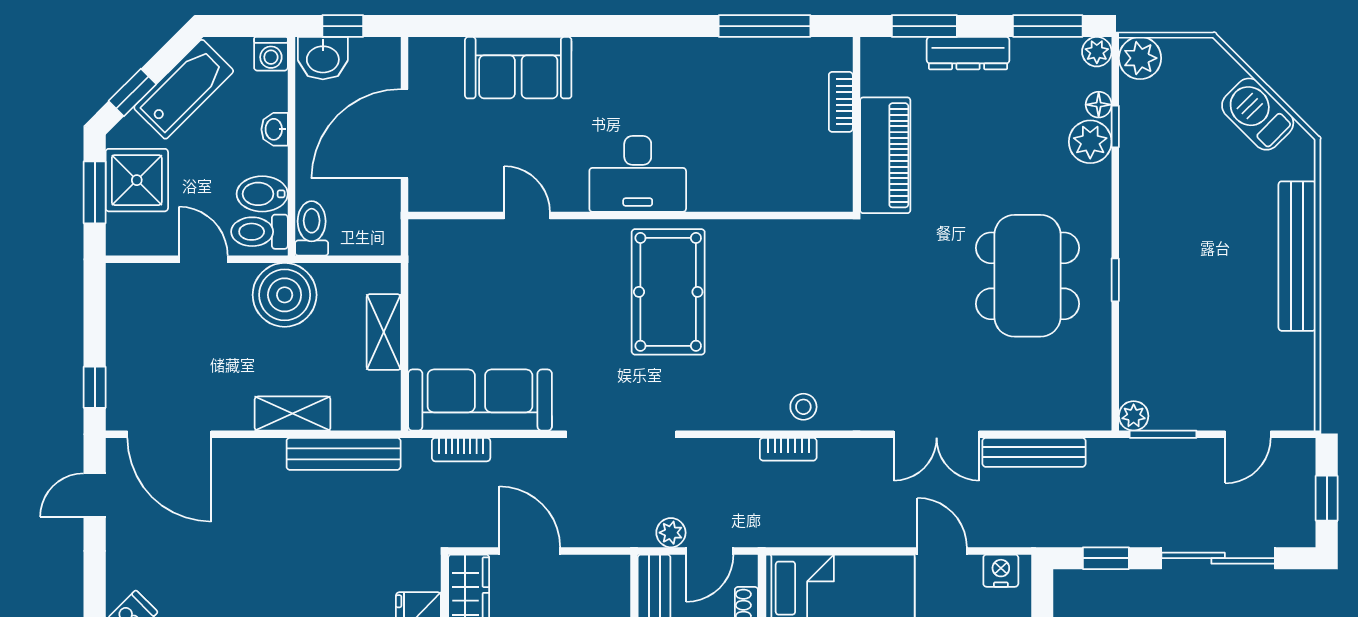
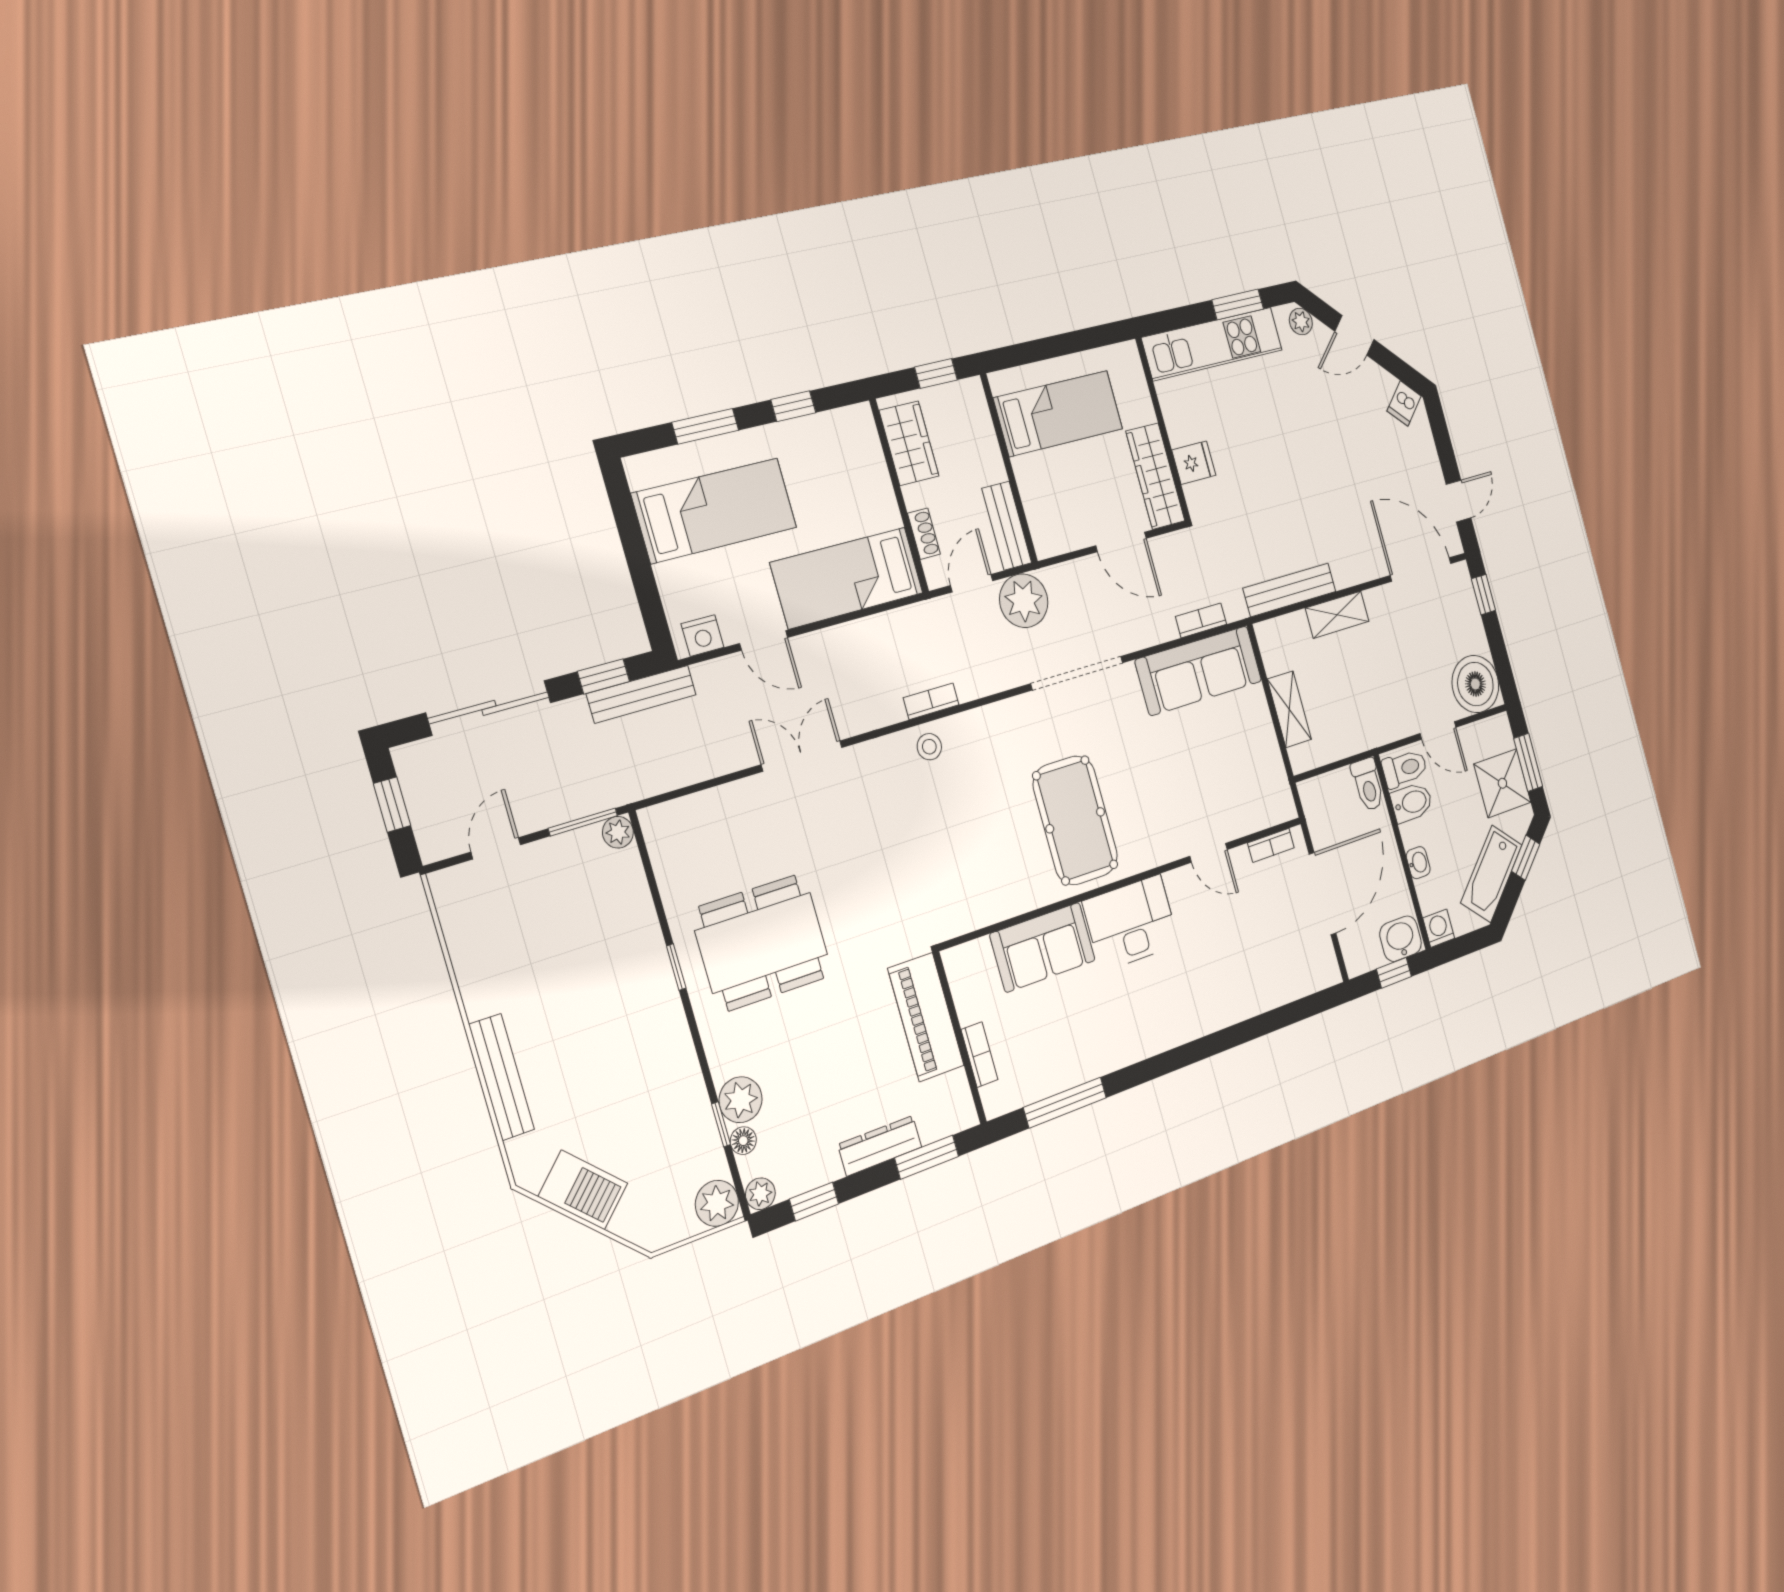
window: (1048, 26) -> (814, 1202), width x0.67
sofa: (518, 68) -> (1043, 947), moved, turned 180
bookcase: (451, 201) -> (1271, 845), added
bench: (1297, 256) -> (502, 1077), width x0.73, depth x0.82
dining table: (1027, 276) -> (762, 943), turned 90
boiler: (285, 295) -> (1475, 684), moved
bench: (1034, 452) -> (642, 694), moved
plant: (671, 533) -> (1024, 601), width x1.88, depth x1.88

